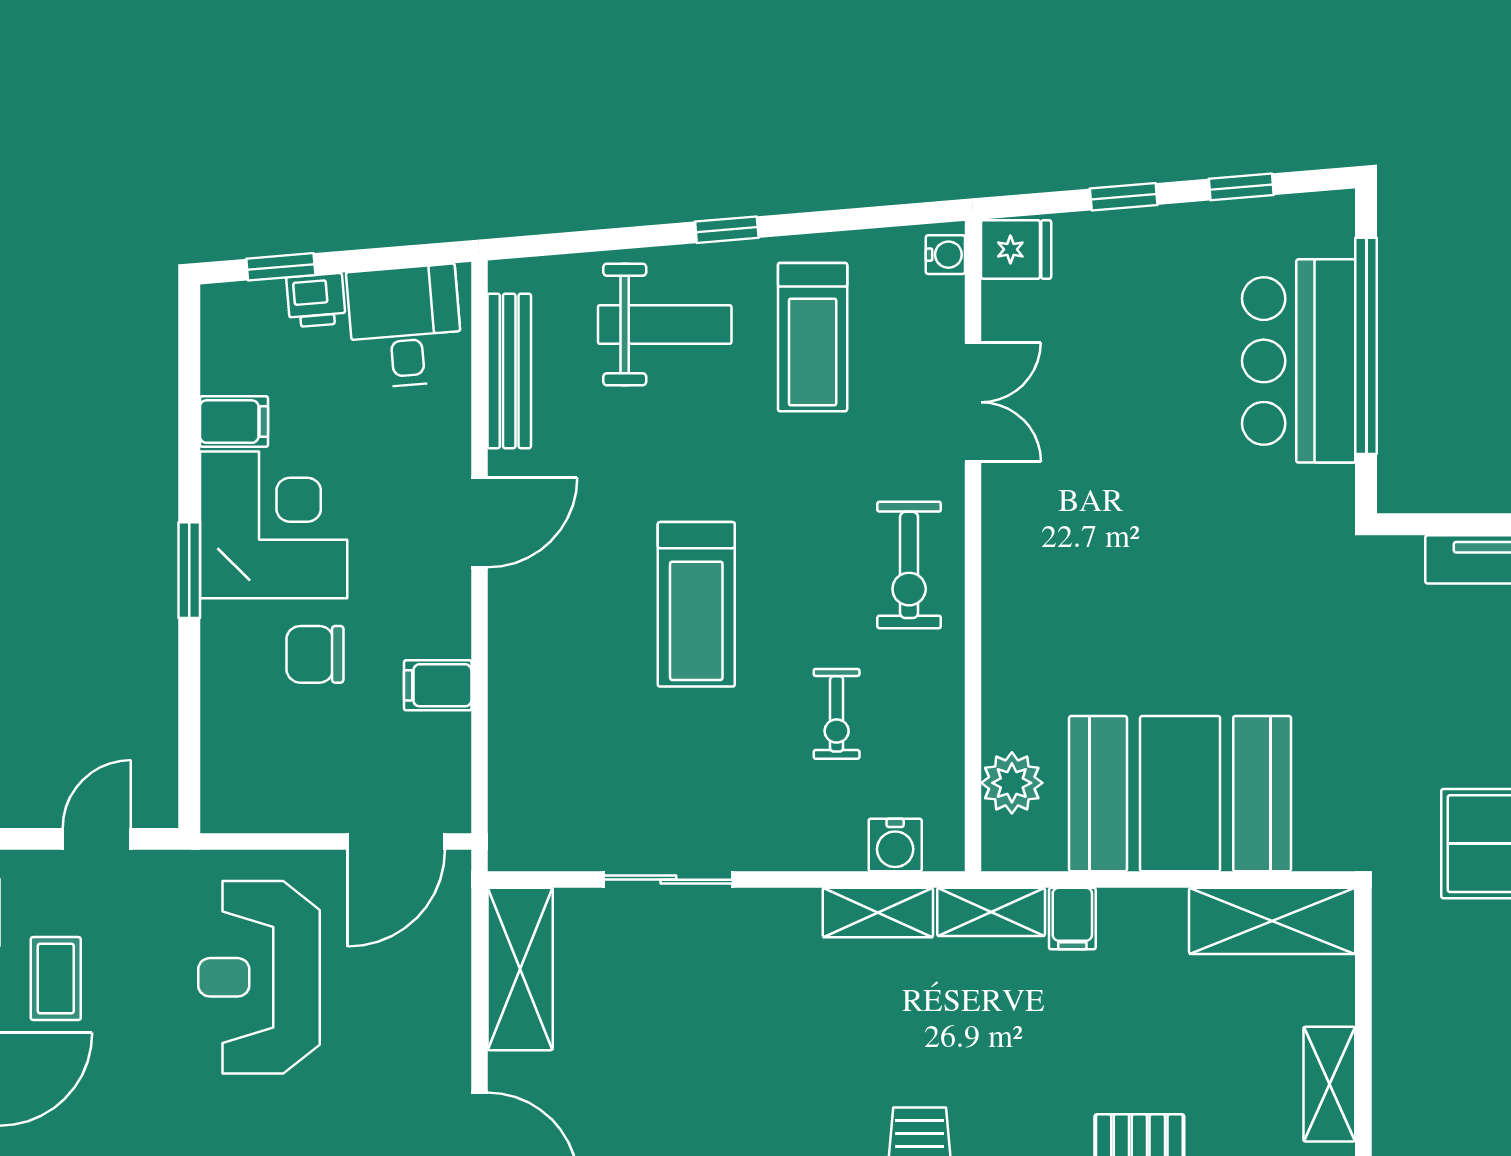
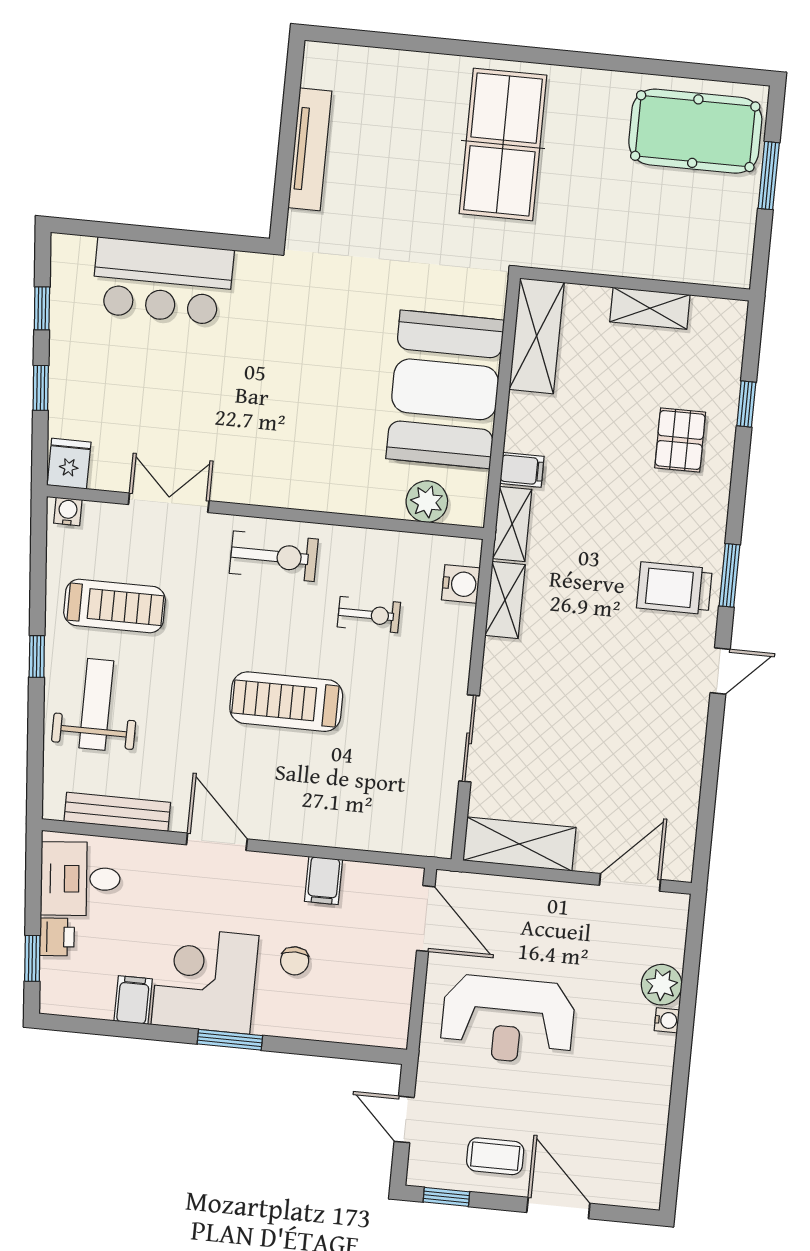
window: (1366, 346) -> (157, 235), removed
treadmill: (696, 604) -> (286, 702), turned 180
chair: (315, 654) -> (295, 961), width x0.73, depth x0.73

